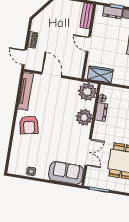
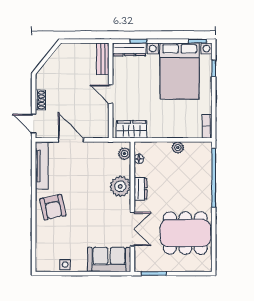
dresser: (113, 12) -> (129, 49), width x1.44
plant: (87, 92) -> (124, 154), width x0.53, depth x0.53
dresser: (101, 112) -> (140, 189), moved

